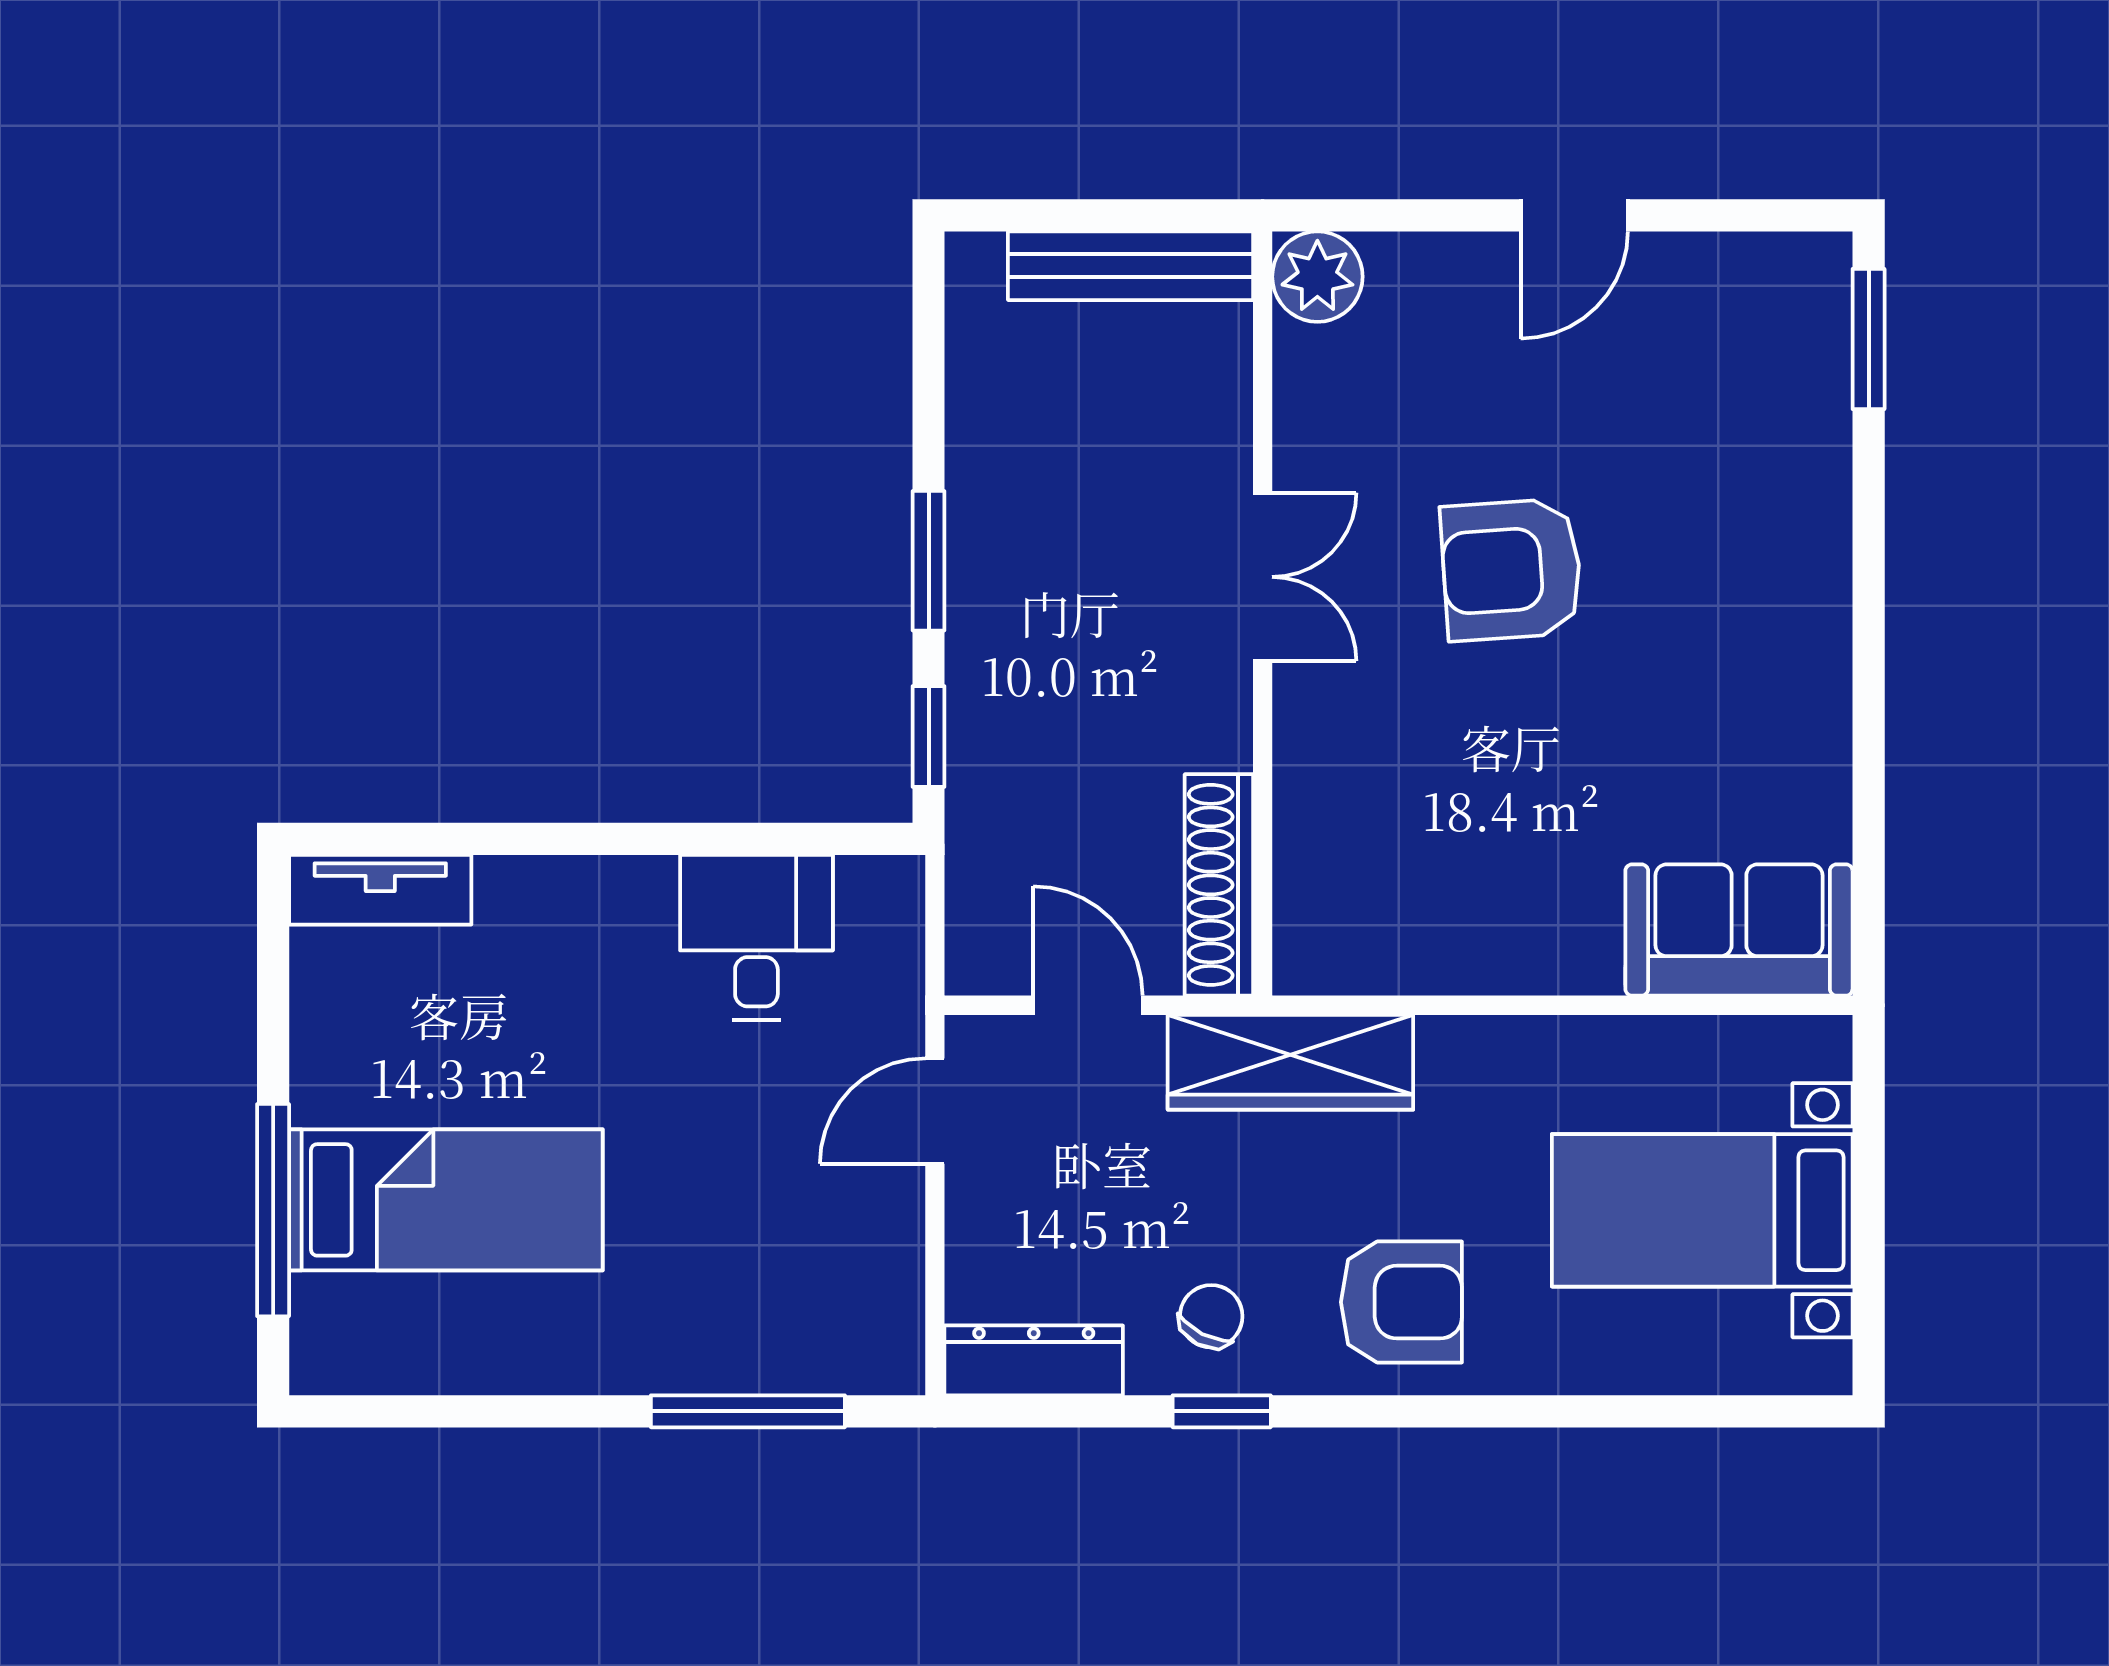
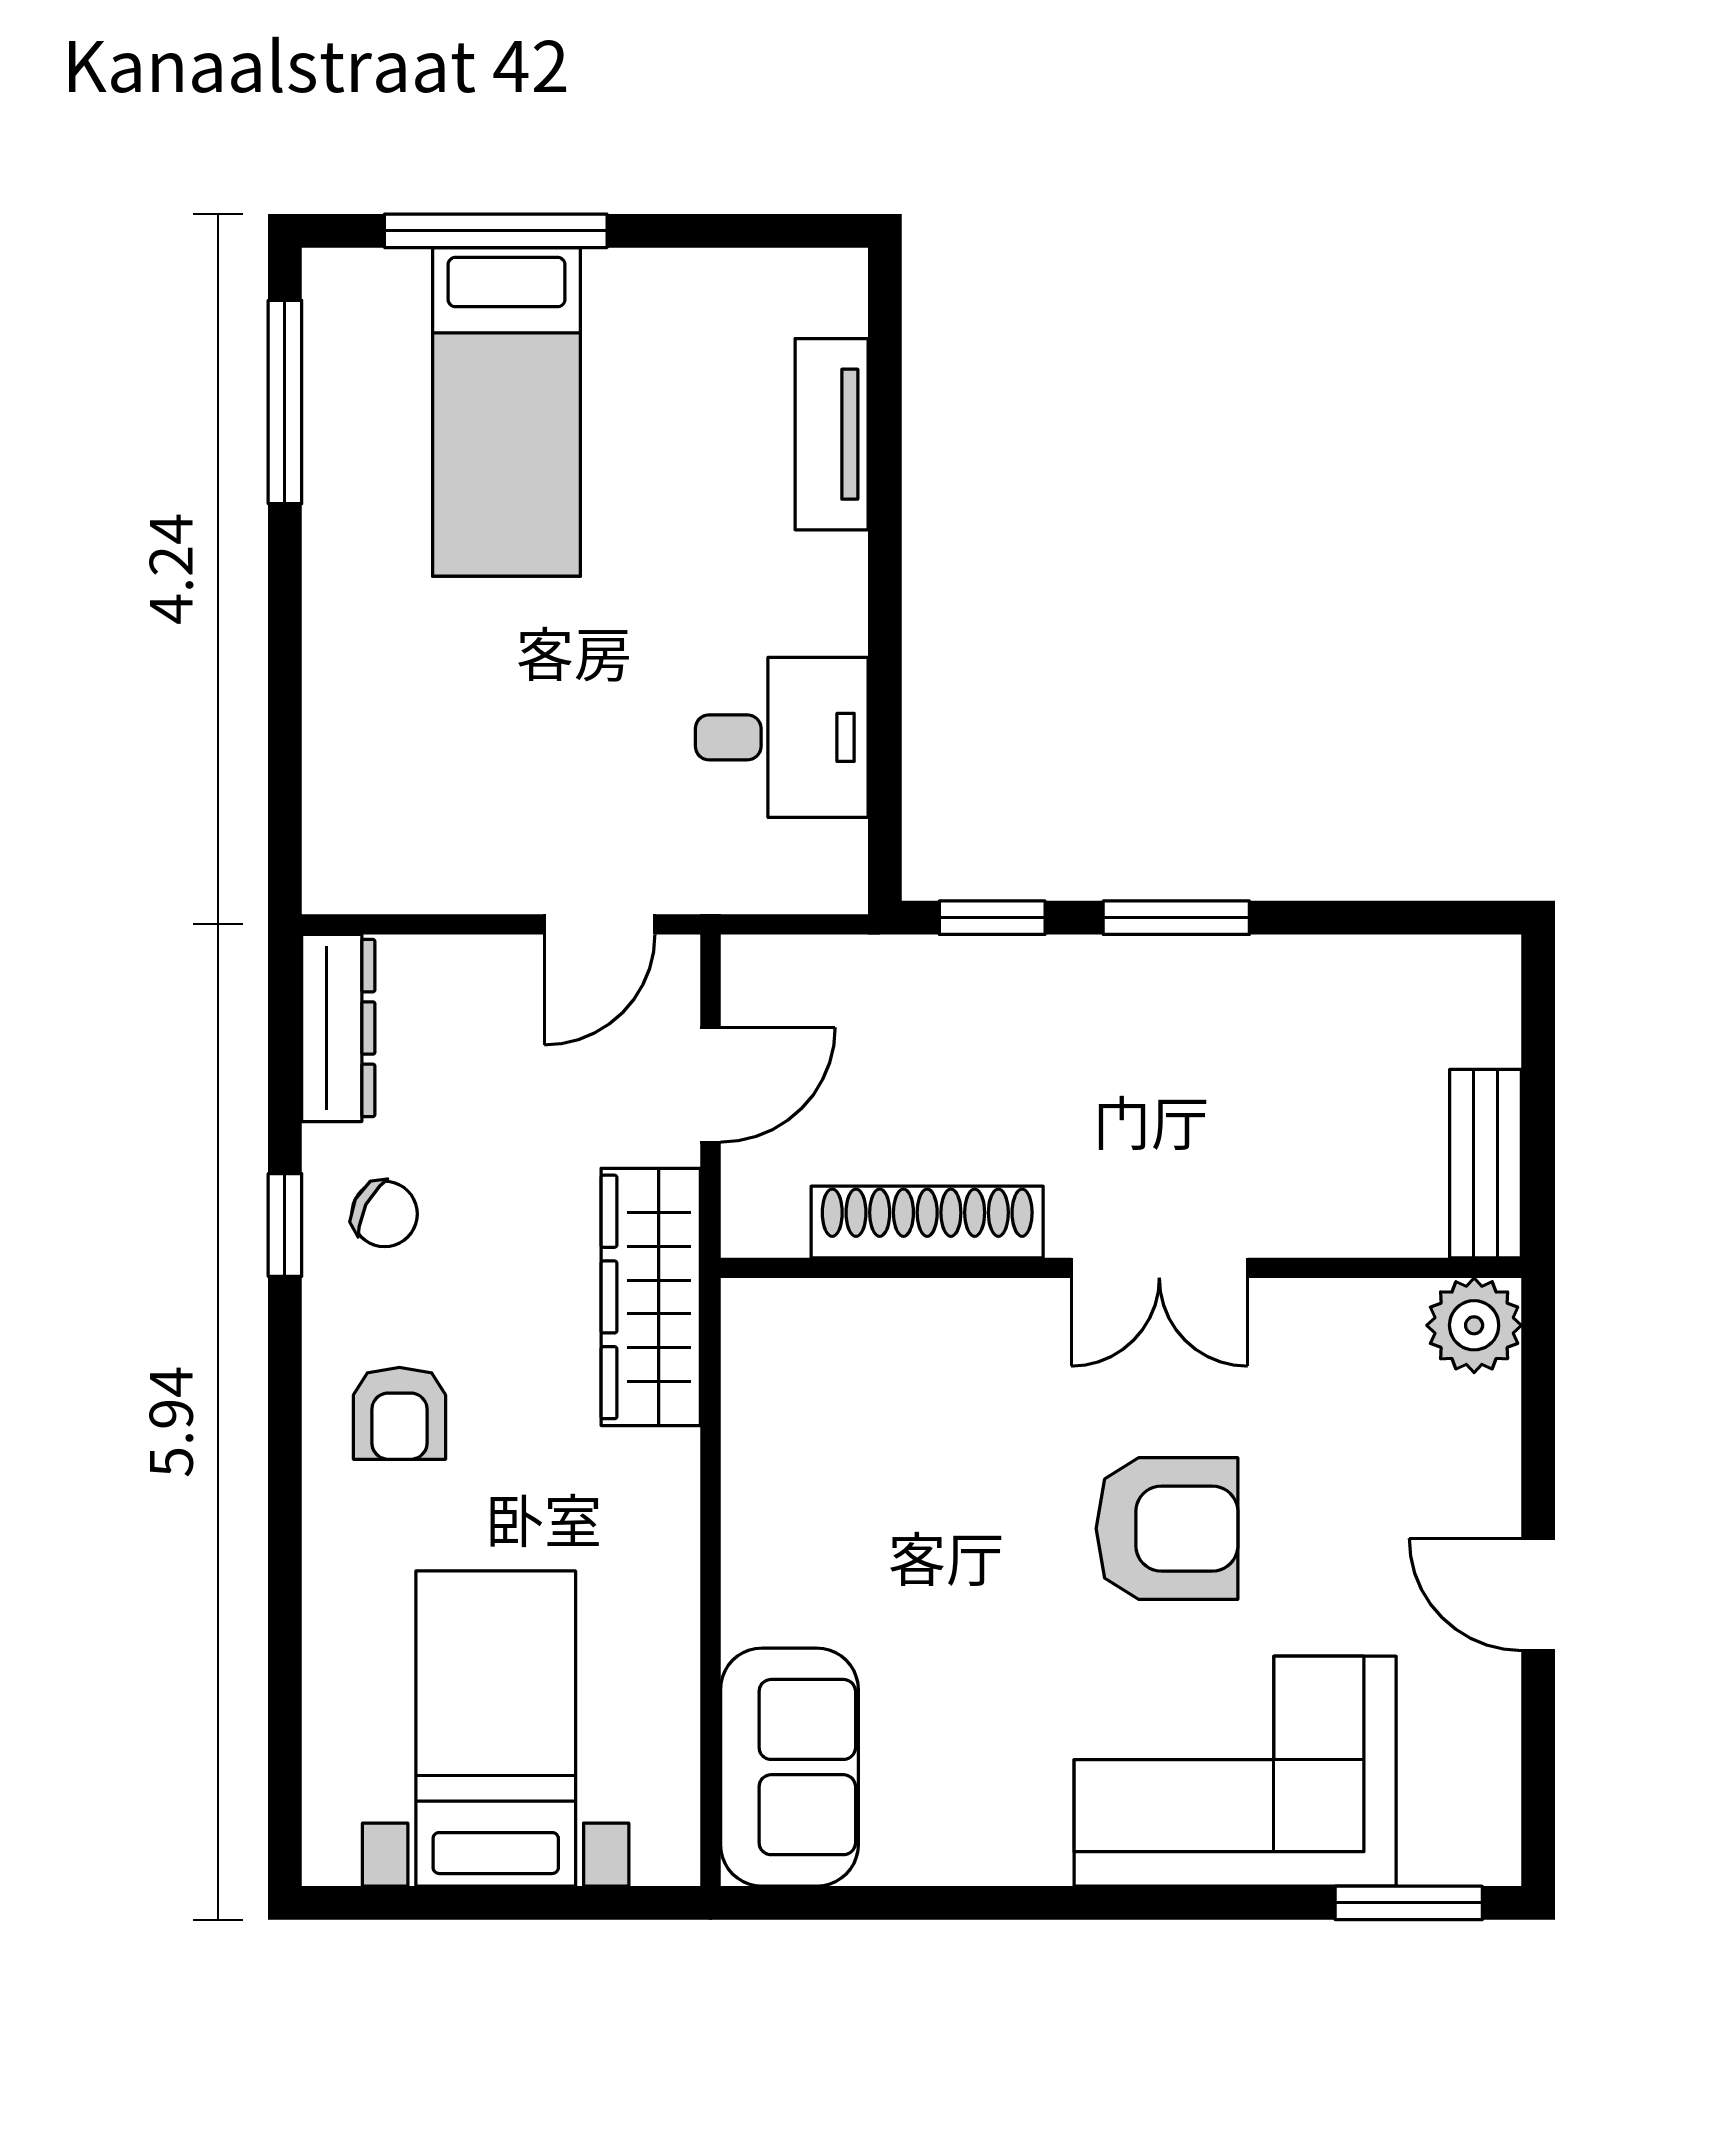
bench: (1130, 266) -> (1486, 1164), width x0.73
corner sofa: (1743, 505) -> (1235, 1771), added
armchair: (1511, 570) -> (1167, 1529), turned 94
shoe rack: (1219, 885) -> (927, 1222), moved
tv unit: (380, 890) -> (832, 434), moved
door: (935, 1111) -> (600, 924), swing flipped
armchair: (1401, 1302) -> (399, 1413), width x0.72, depth x0.72
window: (748, 1411) -> (285, 402), moved

